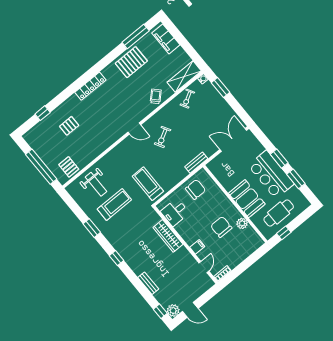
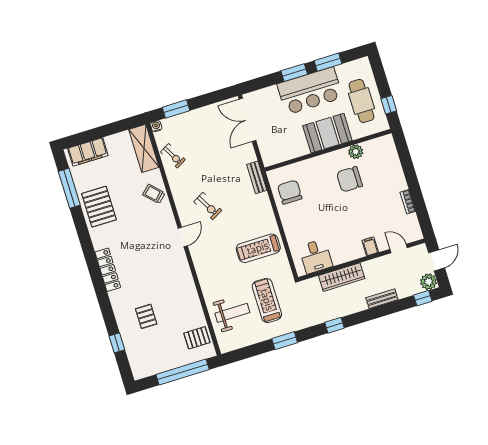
desk: (175, 212) -> (316, 256), moved
wardrobe: (168, 236) -> (342, 277), moved
wall: (185, 245) -> (362, 260), moved
filing cabinet: (197, 247) -> (370, 246), moved
door: (204, 267) -> (399, 249), moved

